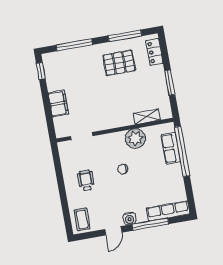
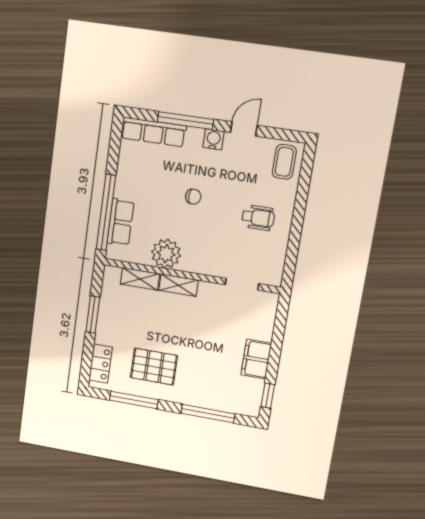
filing cabinet: (58, 104) -> (256, 359), moved
shelving: (121, 121) -> (179, 285), added
chair: (123, 169) -> (193, 197), moved
wheelchair: (86, 181) -> (258, 218), turned -90

